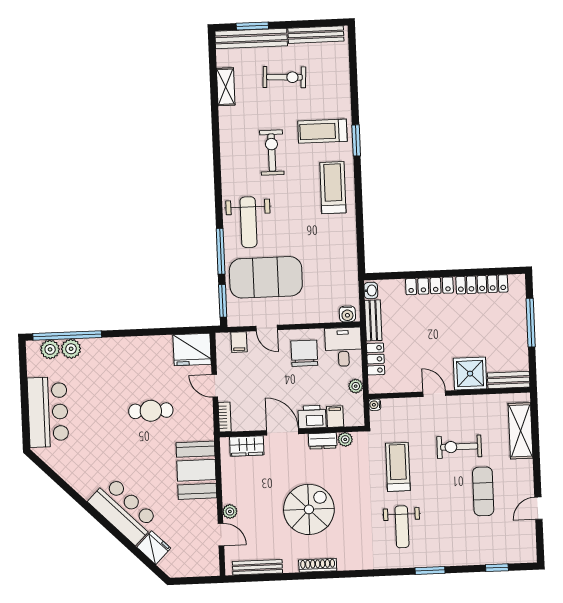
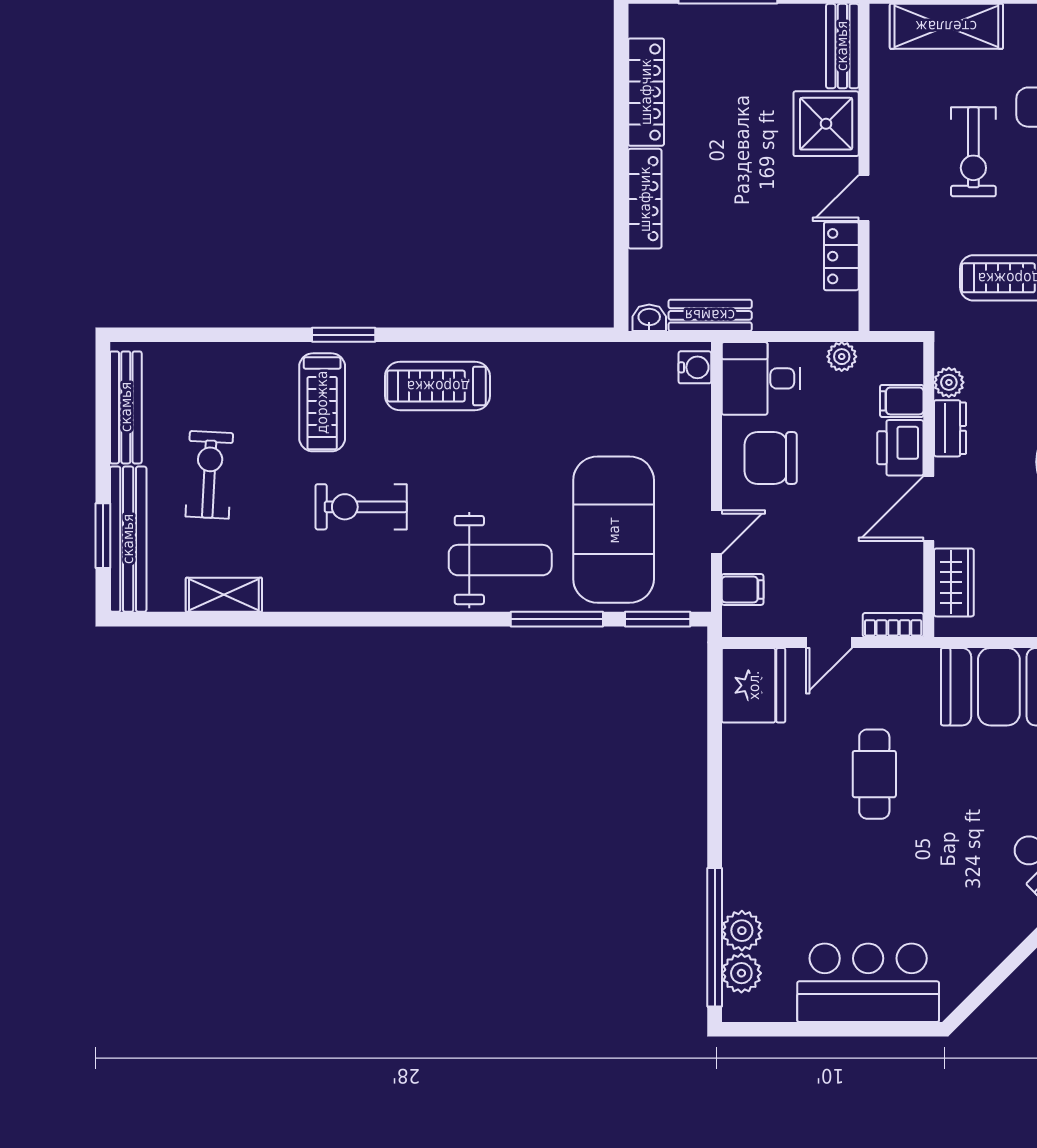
locker: (376, 359) -> (841, 256), moved, turned -90
water cooler: (375, 405) -> (881, 319), removed

